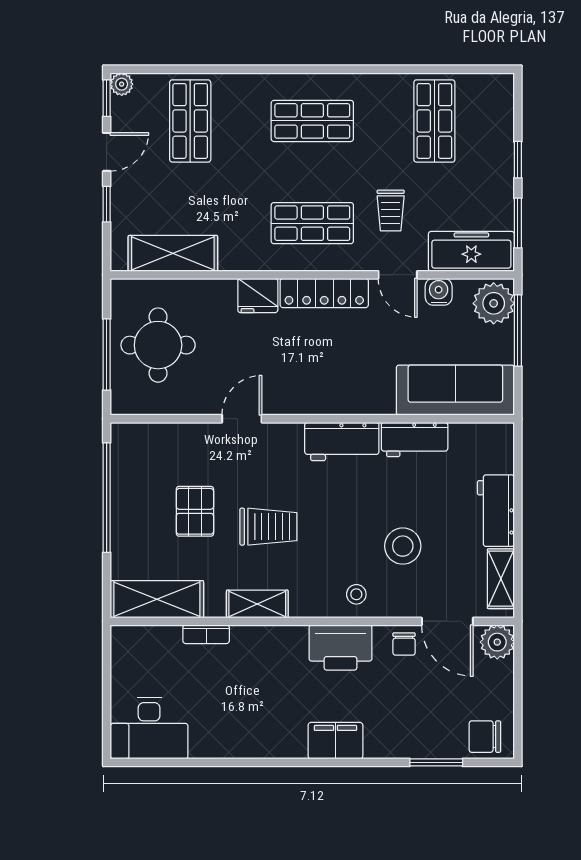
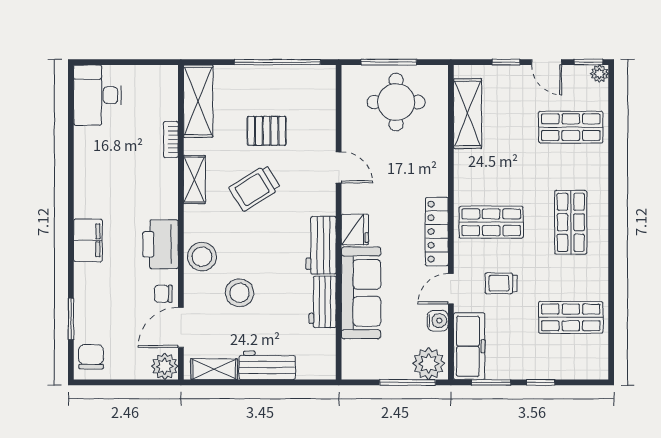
shop shelf: (312, 223) -> (491, 222), turned 90
fridge: (258, 296) -> (355, 229), moved, turned 180
sofa: (455, 390) -> (361, 293), moved
trolley: (268, 527) -> (255, 188), turned 58
stool: (356, 594) -> (202, 257), width x1.89, depth x1.89

